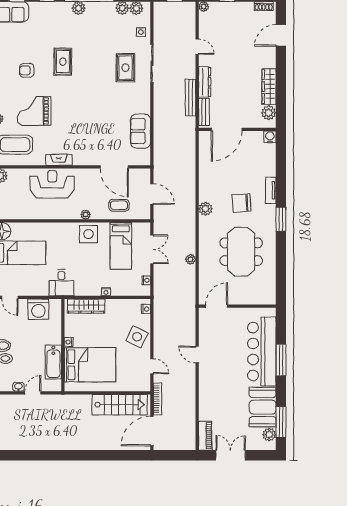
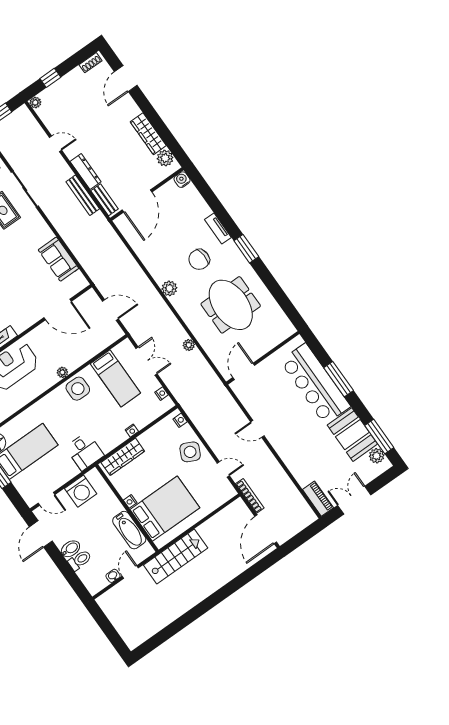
coffee table: (119, 205) -> (87, 342), removed
stairs: (120, 405) -> (176, 556), moved

